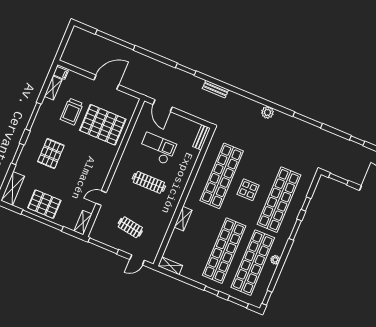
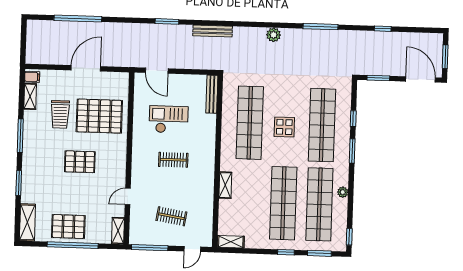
bench: (215, 89) -> (213, 31), width x1.36
bench: (201, 137) -> (212, 94), width x1.36
pallet: (51, 154) -> (80, 162), moved, turned 90
clothes rail: (149, 182) -> (173, 160), width x0.73

